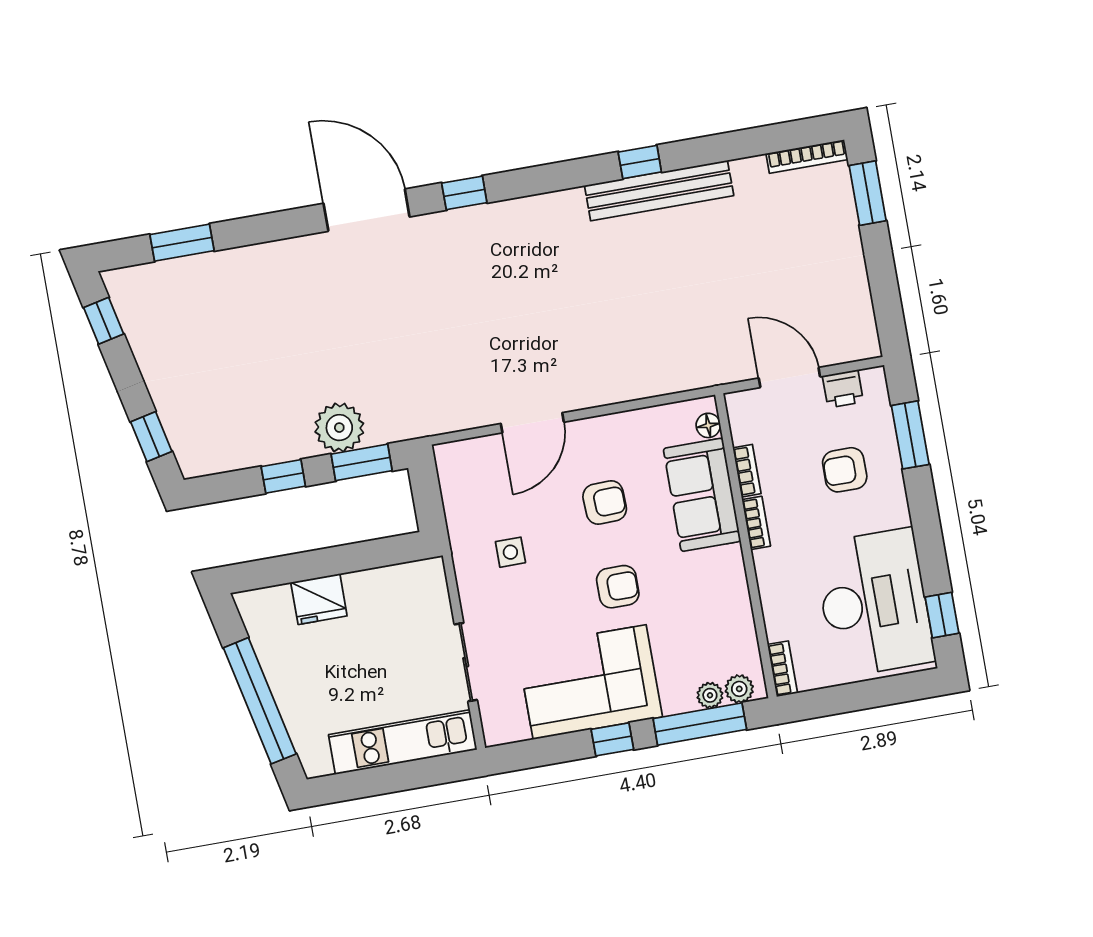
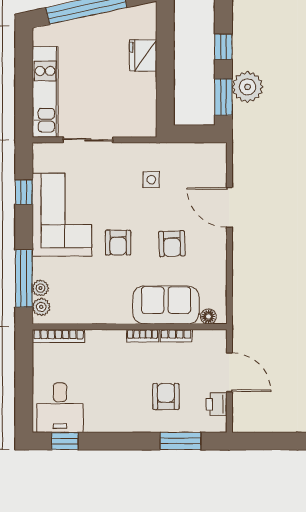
door: (789, 377) -> (229, 372), hinge flipped
desk: (874, 603) -> (60, 408), width x0.53, depth x0.77
bookcase: (782, 669) -> (58, 336), width x1.56
window: (612, 739) -> (24, 192), moved

